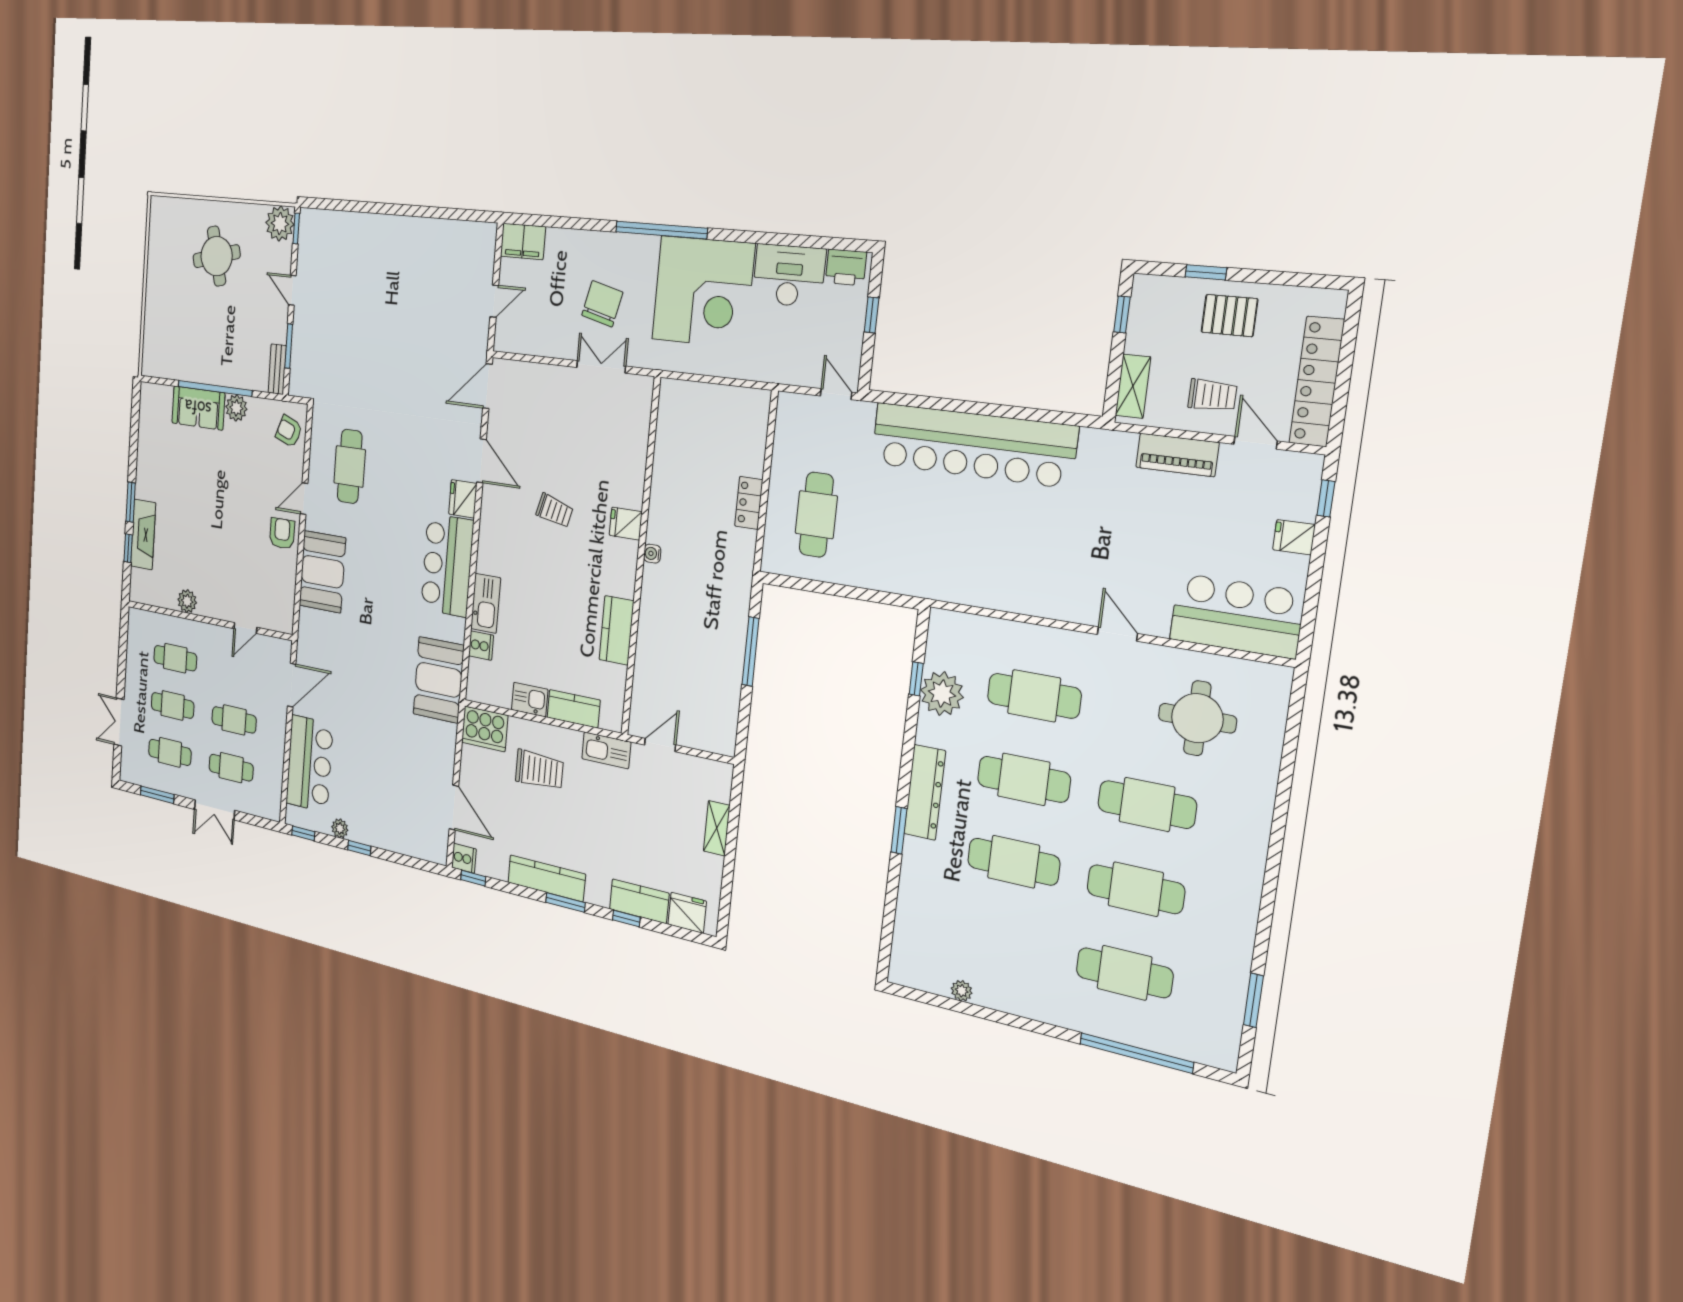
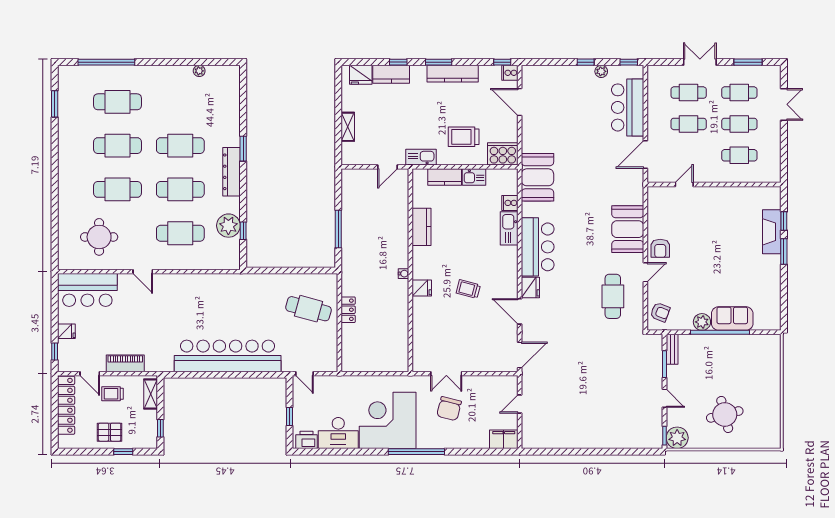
cafe table: (816, 515) -> (308, 309), turned -75
plant: (187, 601) -> (732, 194), removed

